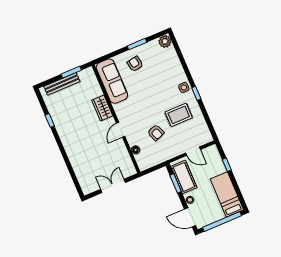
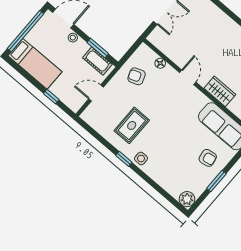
armchair: (156, 133) -> (137, 76), moved
cot: (184, 177) -> (97, 61), width x0.73, depth x0.75

